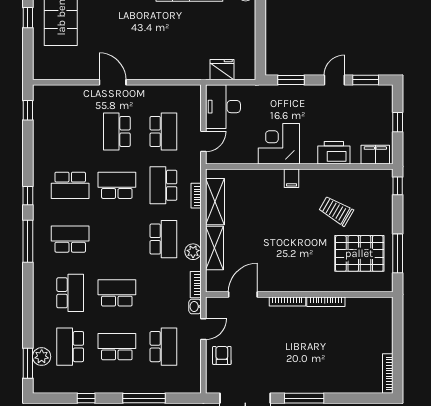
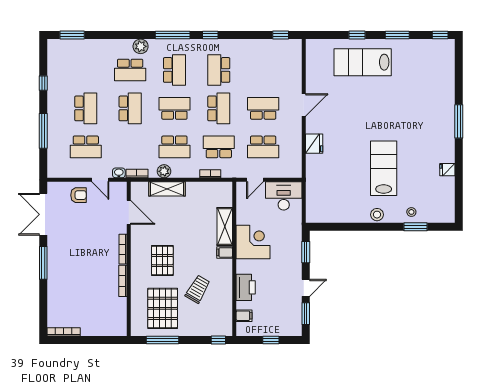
fridge: (222, 70) -> (314, 144), moved
door: (334, 80) -> (306, 288), hinge flipped
door: (203, 141) -> (255, 180), hinge flipped
filing cabinet: (375, 155) -> (244, 316), width x0.50
shelving: (215, 202) -> (225, 226), moved, turned 90
pallet: (301, 254) -> (162, 261), added
school desk: (70, 347) -> (174, 108), moved
plant: (42, 357) -> (141, 46), moved

